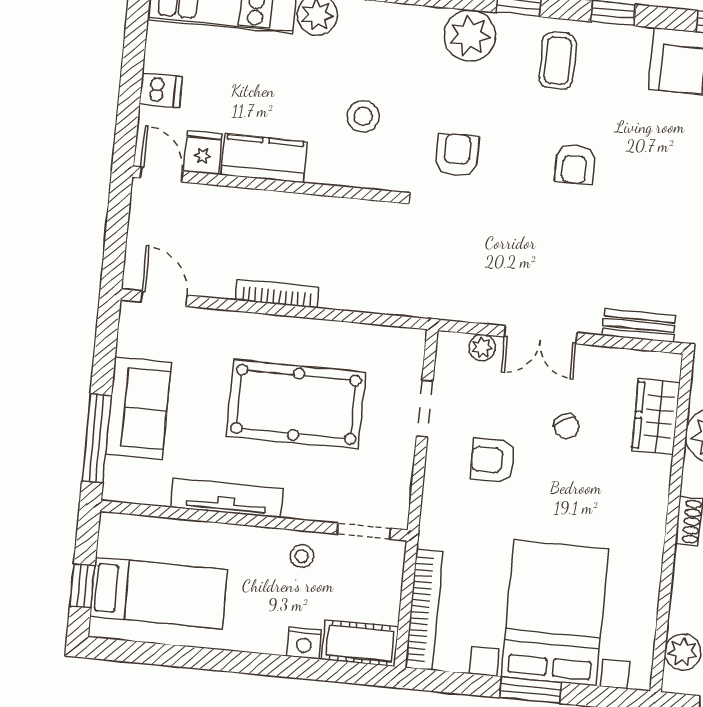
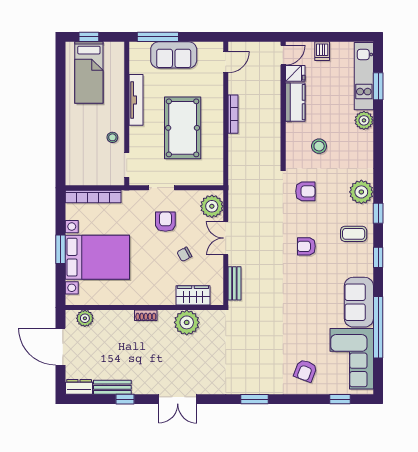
plant: (482, 348) -> (212, 206), width x1.88, depth x1.88
doorway: (425, 409) -> (161, 188), moved
nightstand: (304, 643) -> (72, 142), removed
cot: (360, 643) -> (75, 168), removed

